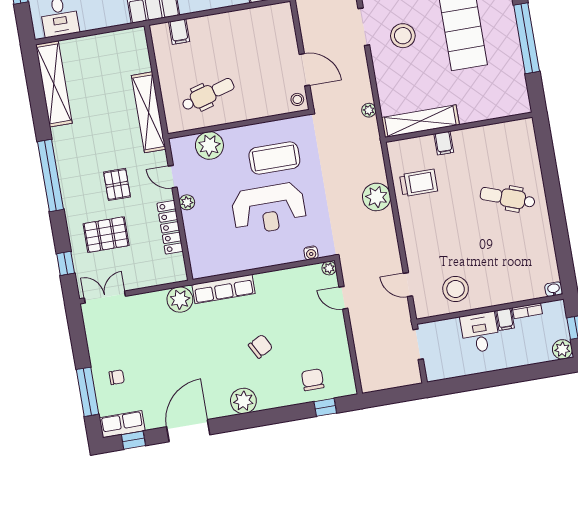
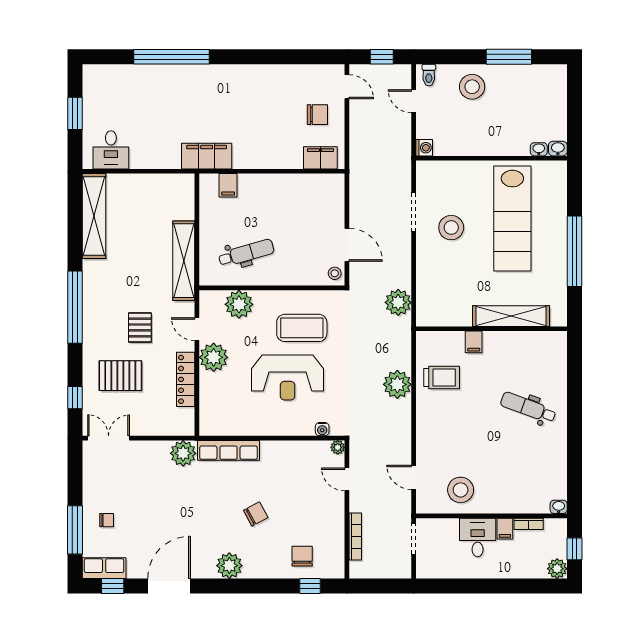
plant: (369, 110) -> (398, 302), width x1.88, depth x1.88
shelving: (420, 121) -> (511, 316), moved
plant: (187, 202) -> (214, 357), width x1.87, depth x1.87
bookcase: (361, 352) -> (355, 536), added

